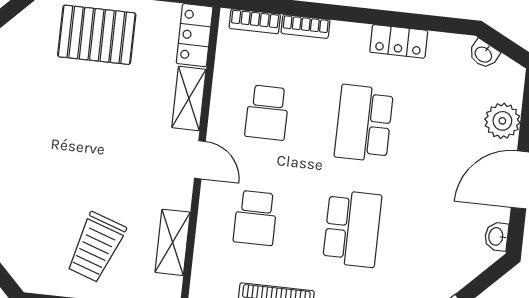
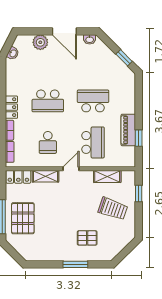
locker: (399, 41) -> (11, 107), moved
school desk: (267, 113) -> (48, 142), turned 90
pallet: (34, 180) -> (87, 238), added
school desk: (255, 218) -> (93, 142), width x1.85

